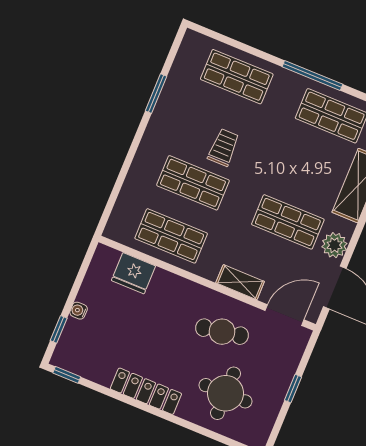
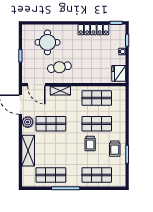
trolley: (177, 116) -> (115, 149), added
fridge: (133, 273) -> (119, 73), moved, turned -90
door: (285, 315) -> (36, 85), hinge flipped
locker: (146, 391) -> (93, 30), moved

